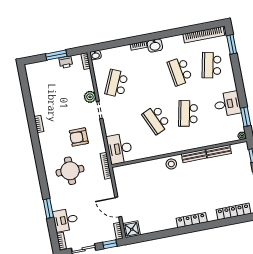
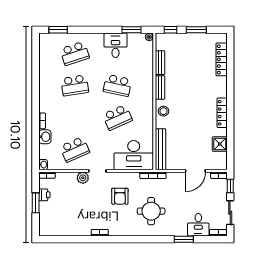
bookcase: (204, 35) -> (43, 55), removed
washbasin: (155, 45) -> (45, 137), moved
school desk: (211, 65) -> (75, 53), turned -30
school desk: (116, 83) -> (75, 149), turned -48
desk: (120, 149) -> (134, 155), width x1.36, depth x1.30
bench: (133, 168) -> (161, 149), added
locker: (192, 220) -> (222, 113), moved
shower: (132, 229) -> (220, 144), moved

